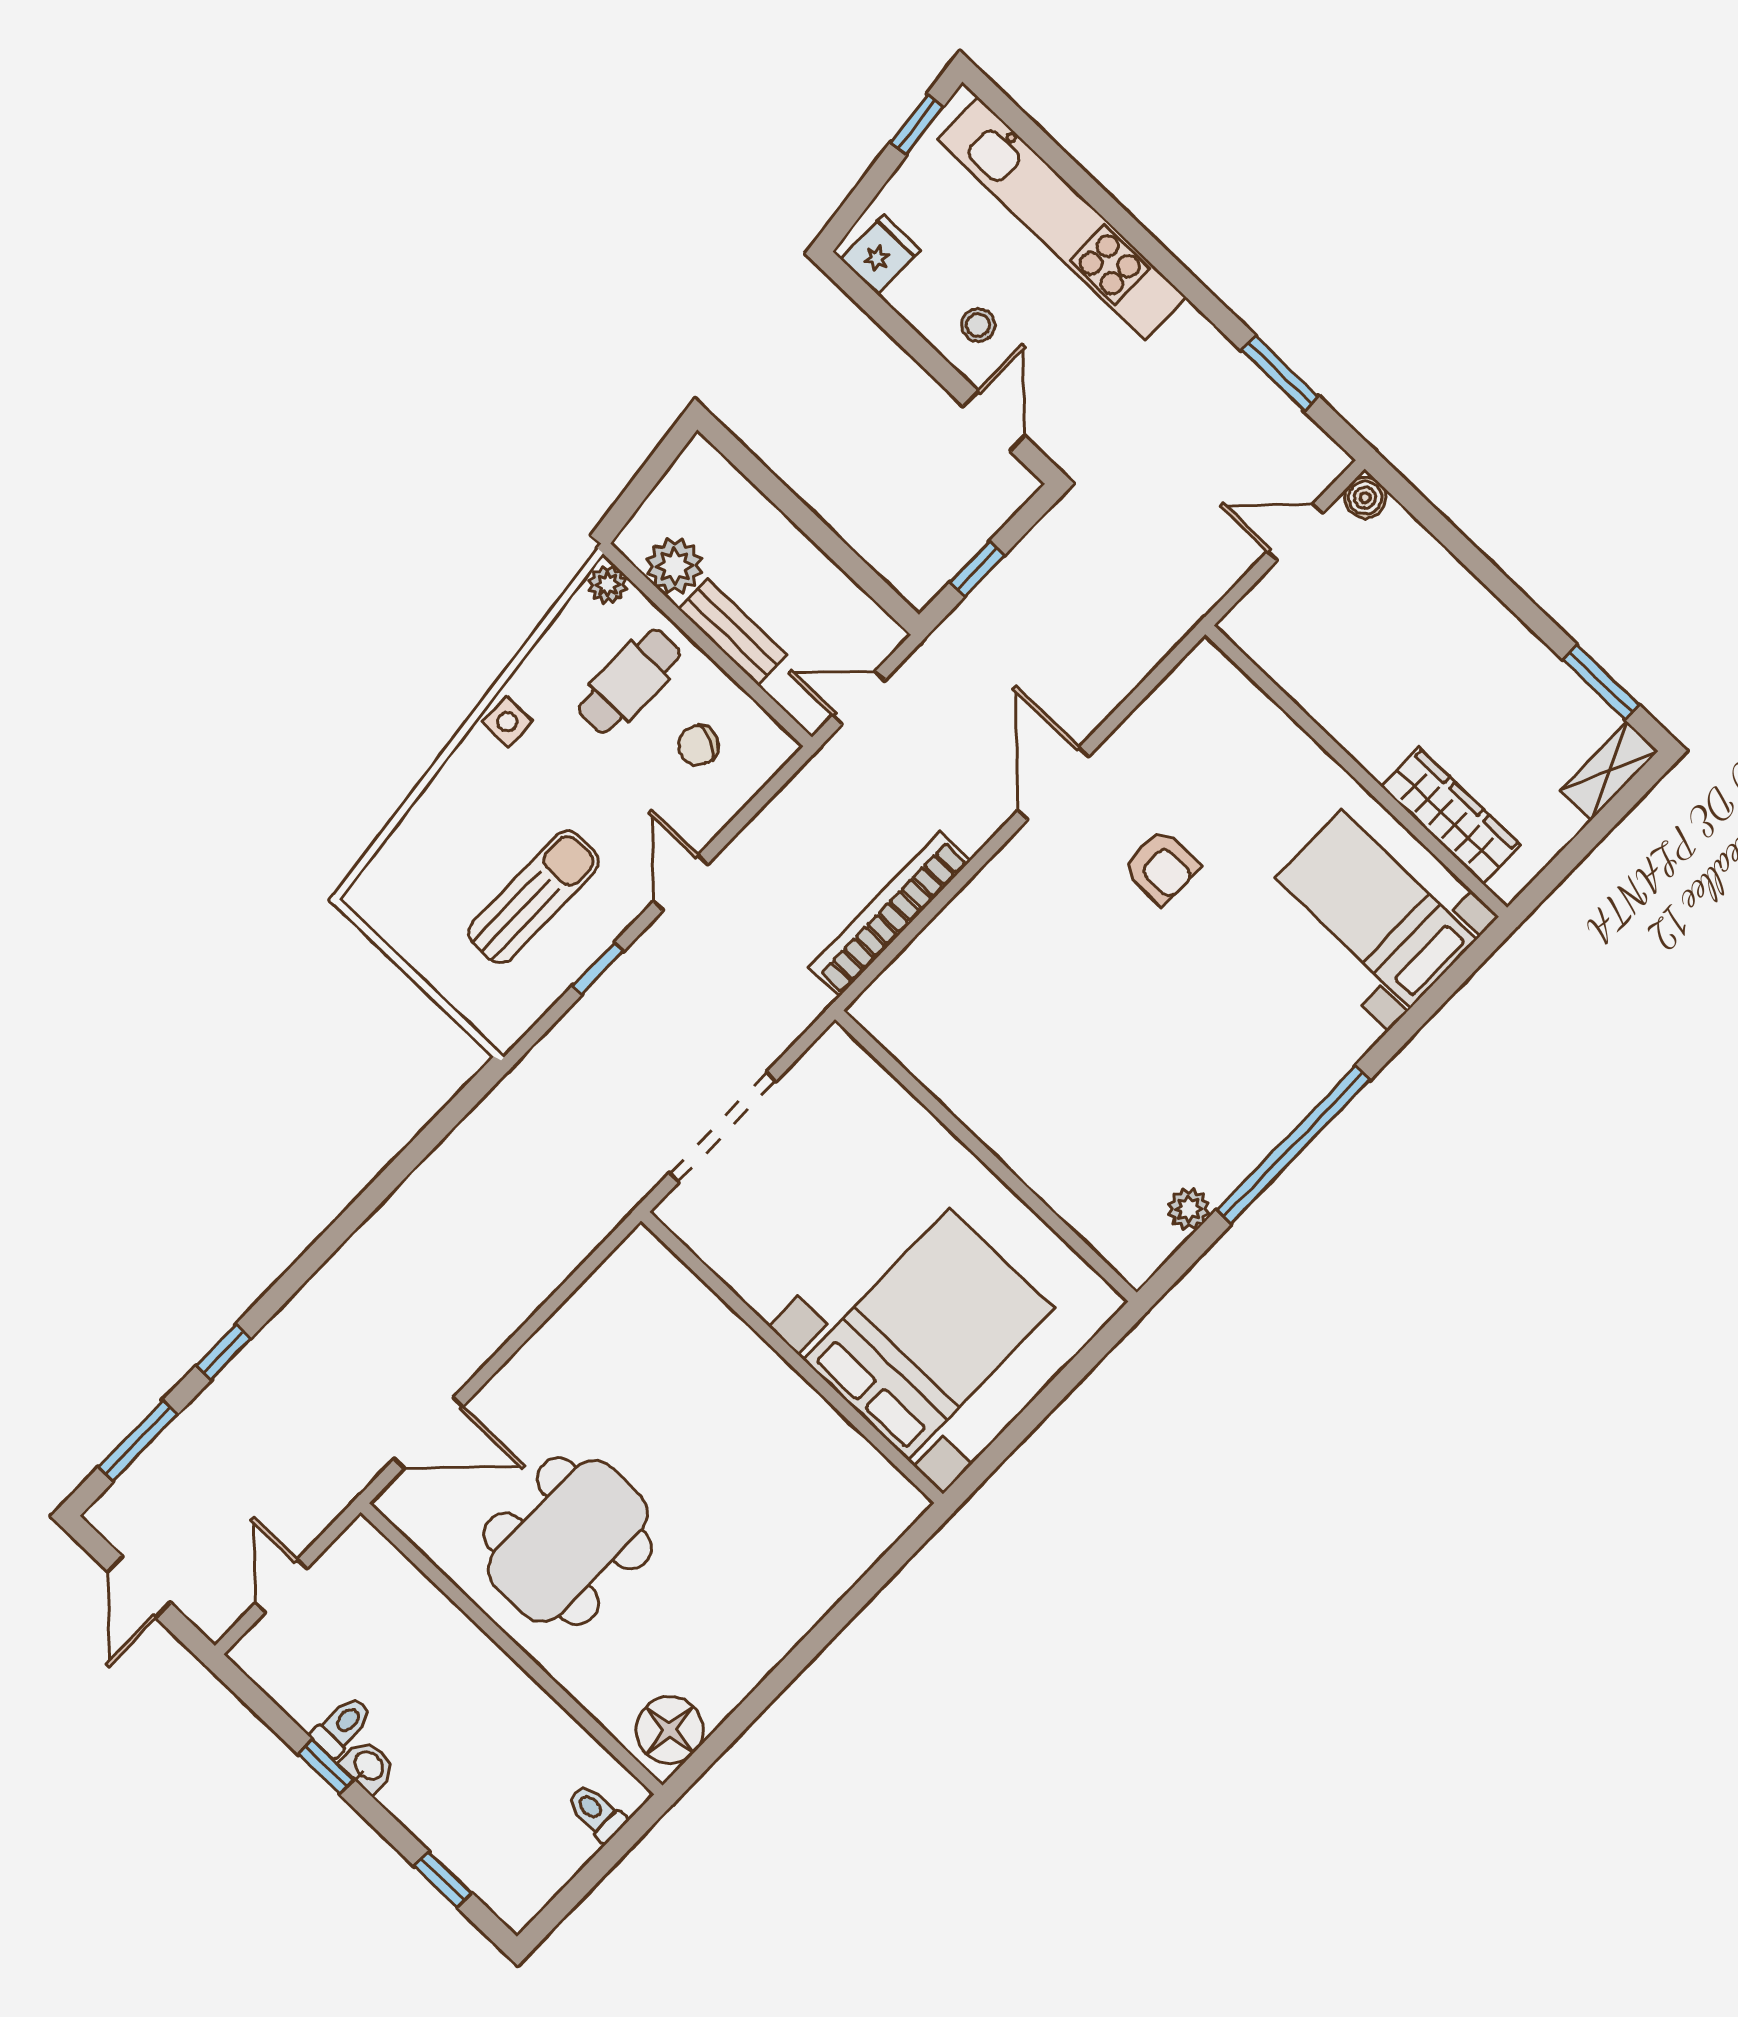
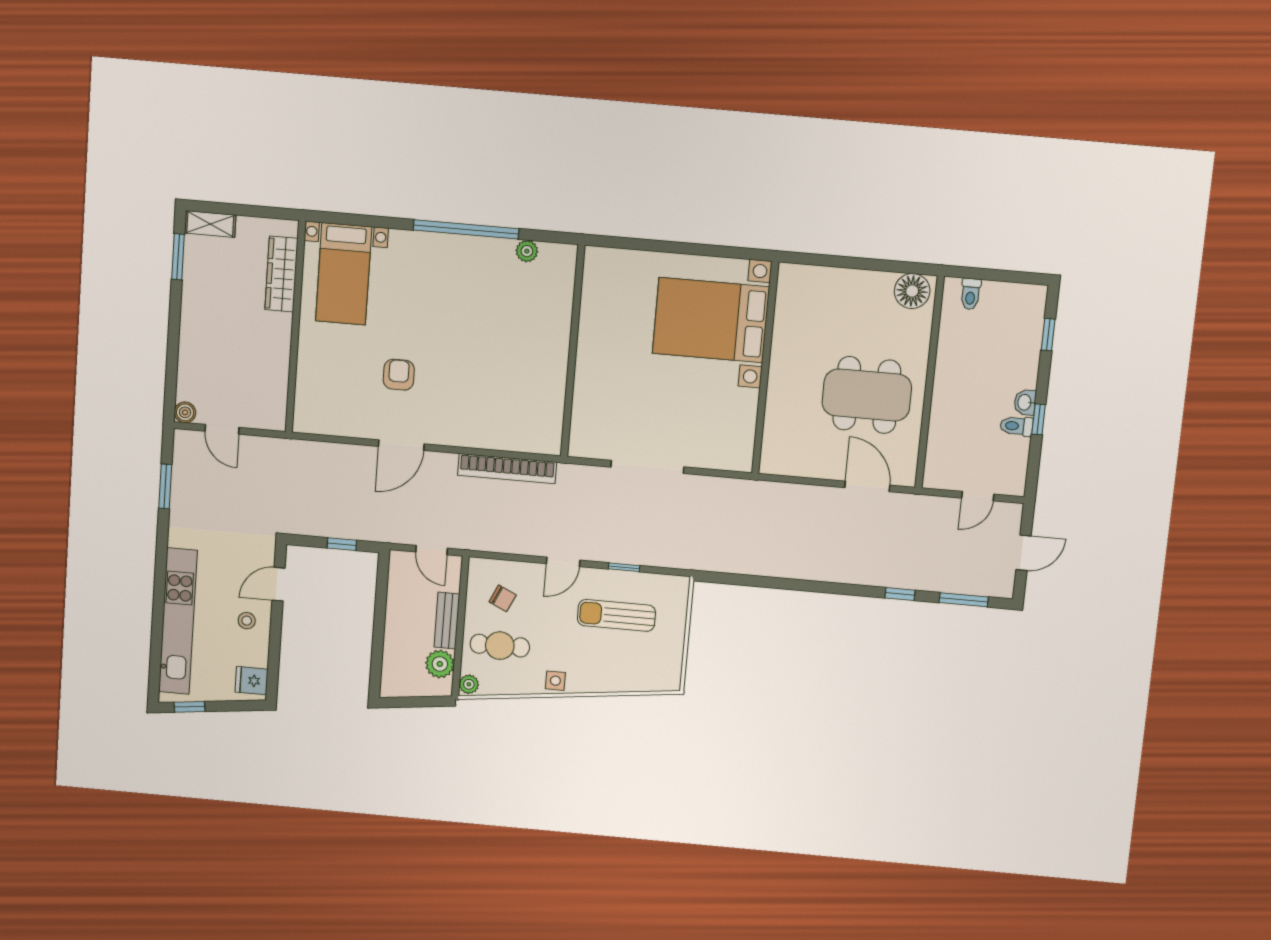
bed with nightstands: (929, 1334) -> (711, 320), moved
wall: (792, 1357) -> (765, 368), moved

